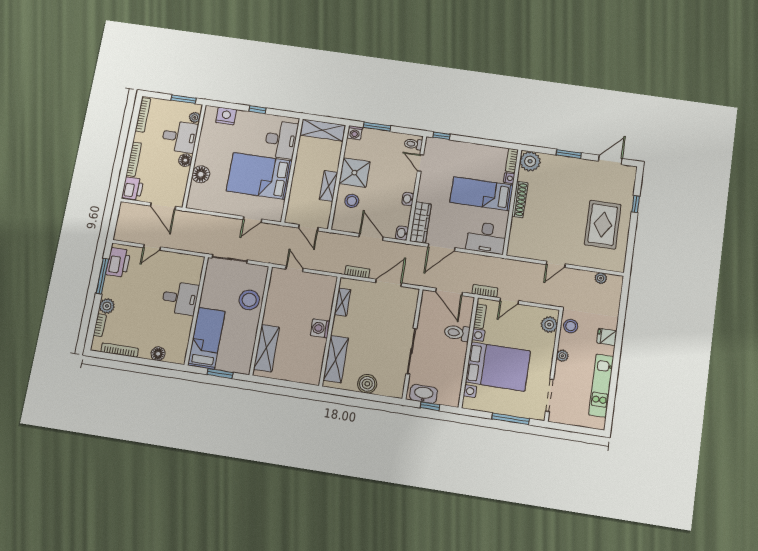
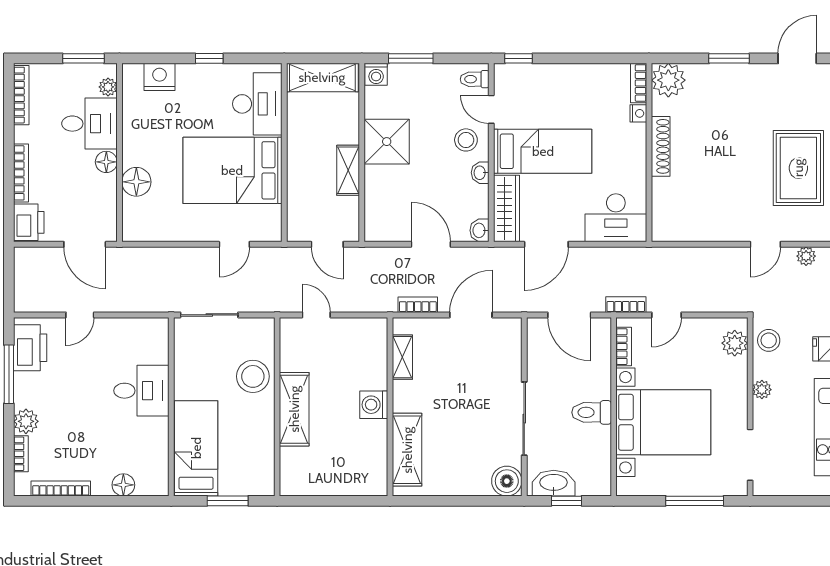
bed: (482, 194) -> (543, 151), moved, turned 180
stool: (352, 201) -> (466, 140), moved
door: (556, 264) -> (765, 244), moved
toilet: (457, 333) -> (592, 412), moved
shelving: (266, 348) -> (294, 409), moved
boiler: (367, 384) -> (507, 481), moved

